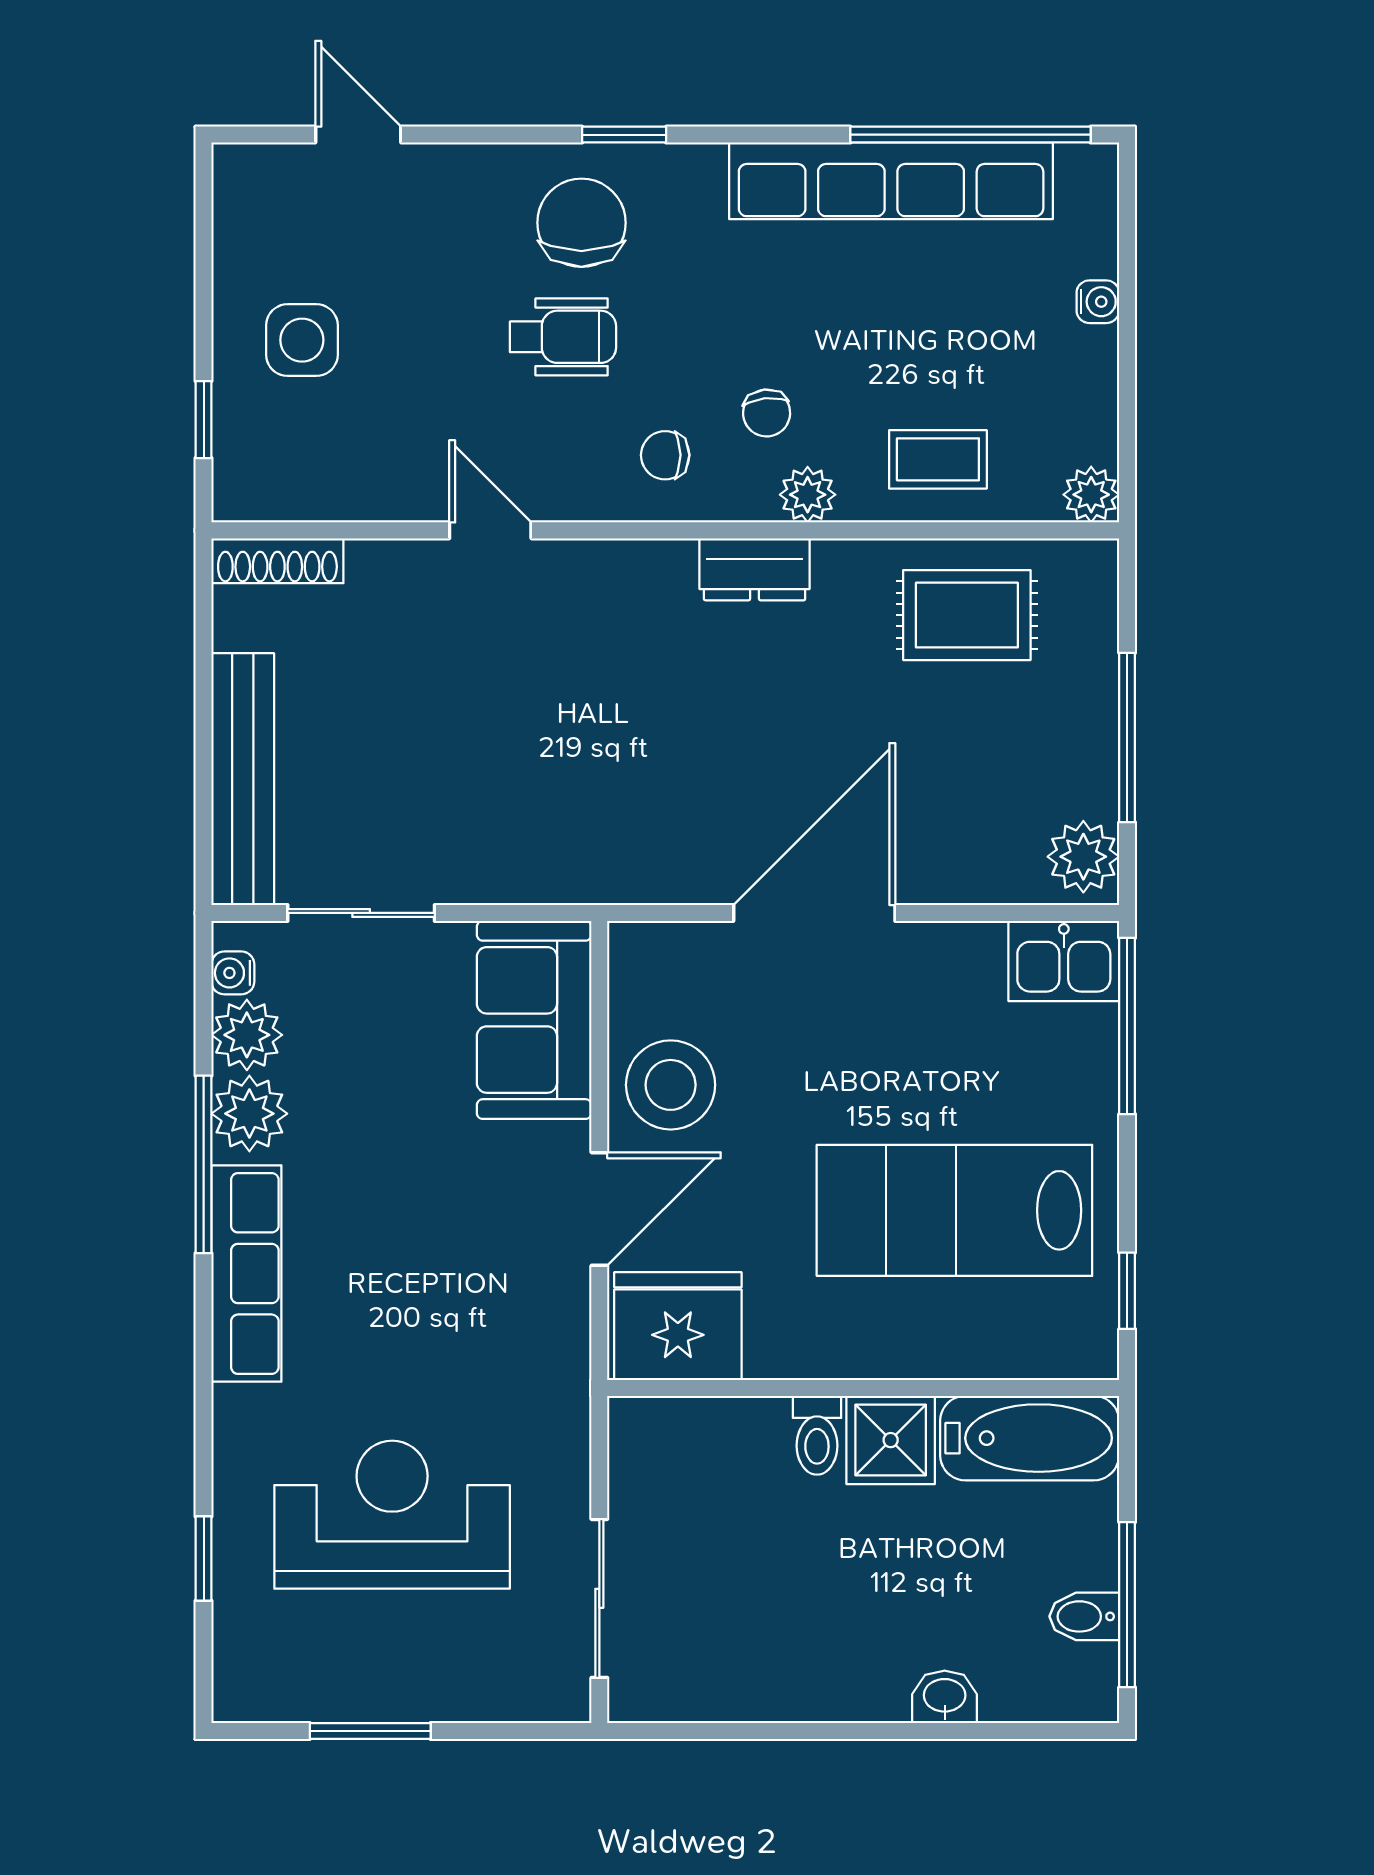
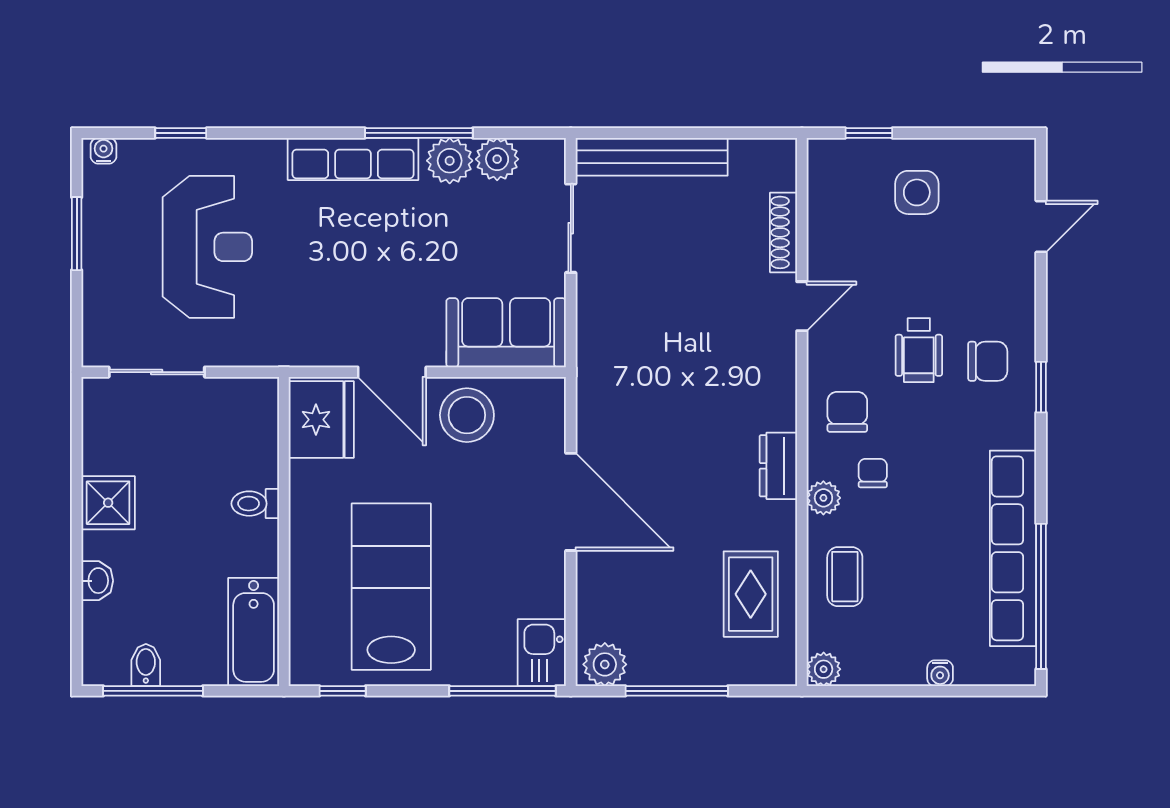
chair: (581, 223) -> (988, 361), width x0.73, depth x0.73
chair: (767, 413) -> (873, 473), turned 96
chair: (665, 455) -> (847, 412), width x1.37, depth x1.37
shoe rack: (277, 561) -> (784, 232), moved
water cooler: (233, 973) -> (103, 151), moved
shower: (891, 1440) -> (108, 503), moved

